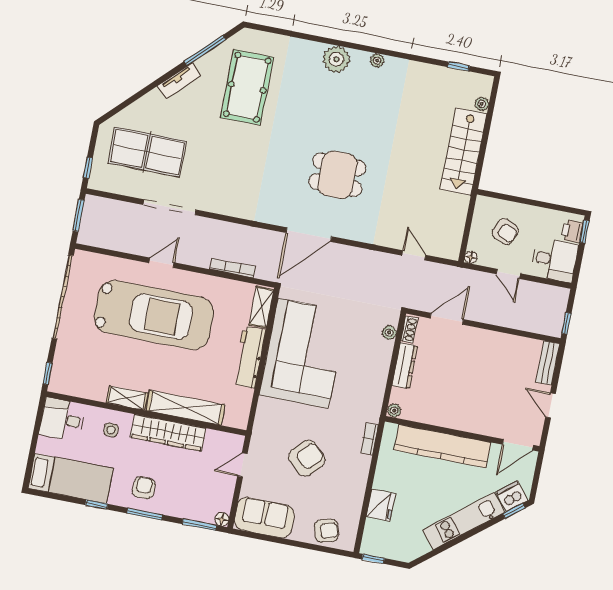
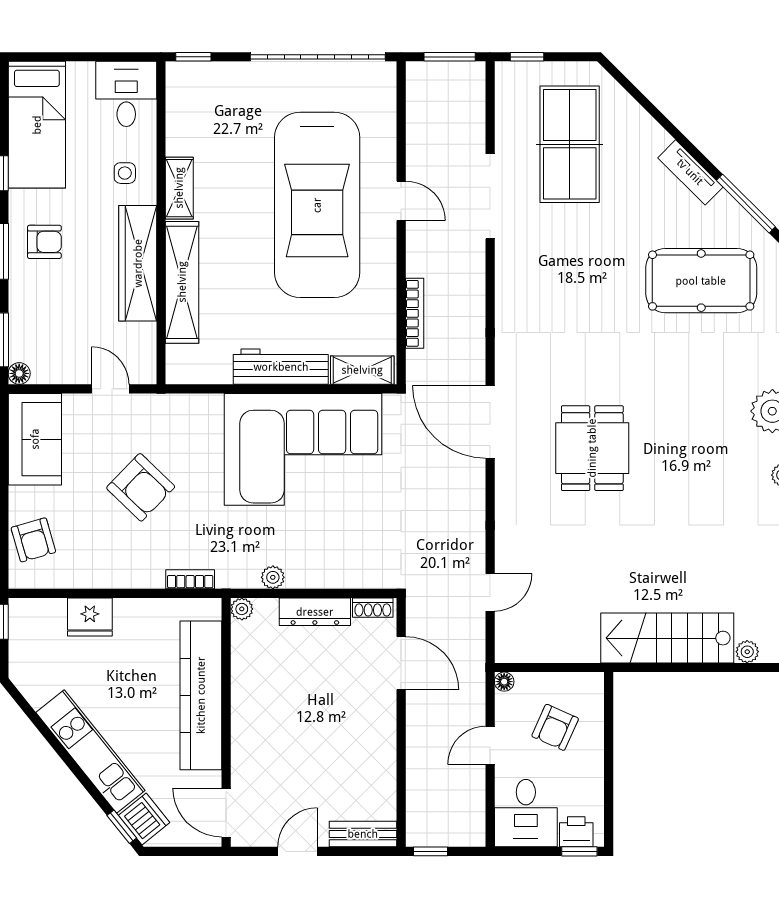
plant: (389, 333) -> (273, 577), moved

